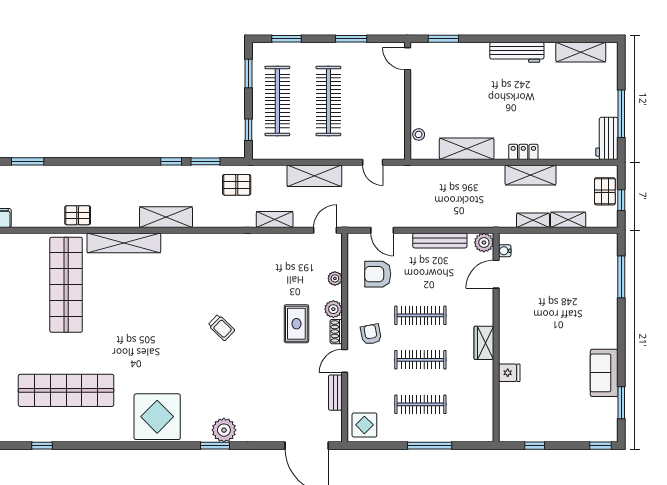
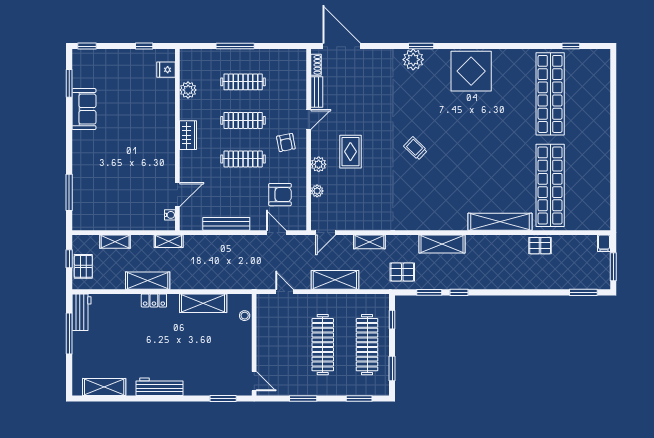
shelving: (166, 217) -> (442, 244), moved
shelving: (533, 220) -> (169, 241), moved
plant: (484, 243) -> (188, 90), moved
shoe rack: (336, 332) -> (316, 65), moved
fridge: (509, 373) -> (166, 70), moved
shop shelf: (66, 390) -> (550, 94), turned 90
display table: (364, 425) -> (292, 64), removed

